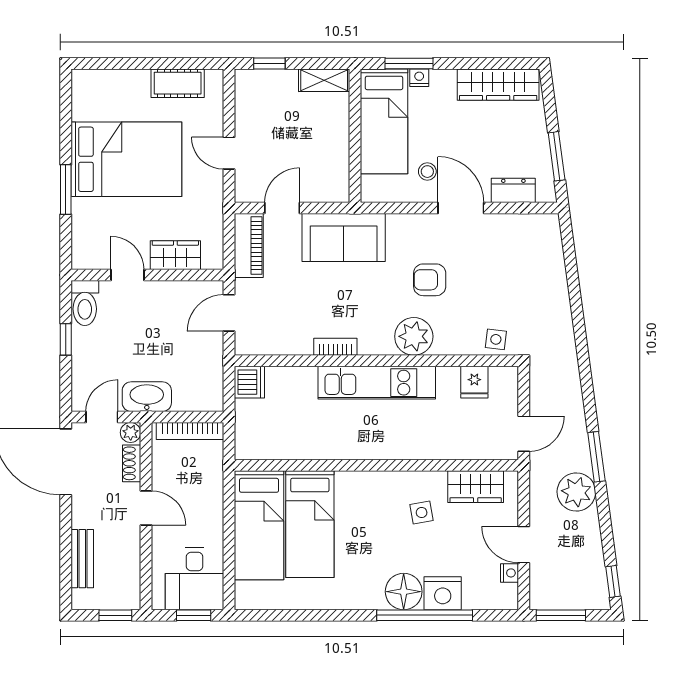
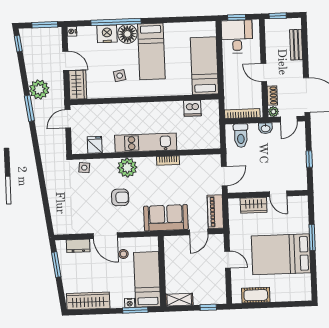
toilet: (85, 303) -> (241, 136), moved, turned 180
dishwasher: (249, 382) -> (192, 108), moved, turned -90
washbasin: (147, 397) -> (266, 128), width x0.52, depth x0.69
wardrobe: (476, 487) -> (78, 85), moved, turned 90
bed: (310, 524) -> (151, 51), moved, turned 180
nightstand: (510, 573) -> (72, 31), moved

